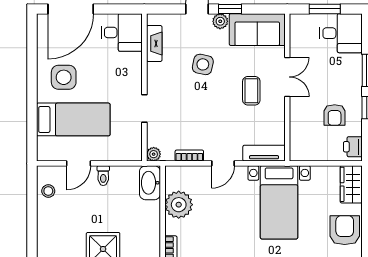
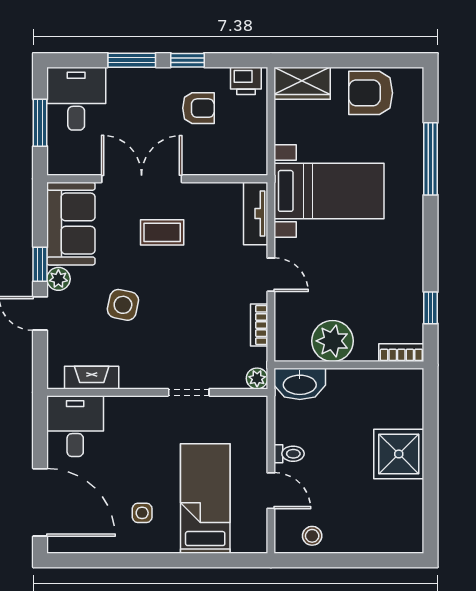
side table: (64, 77) -> (142, 513), width x0.54, depth x0.54
double door: (287, 77) -> (142, 179), width x1.37

